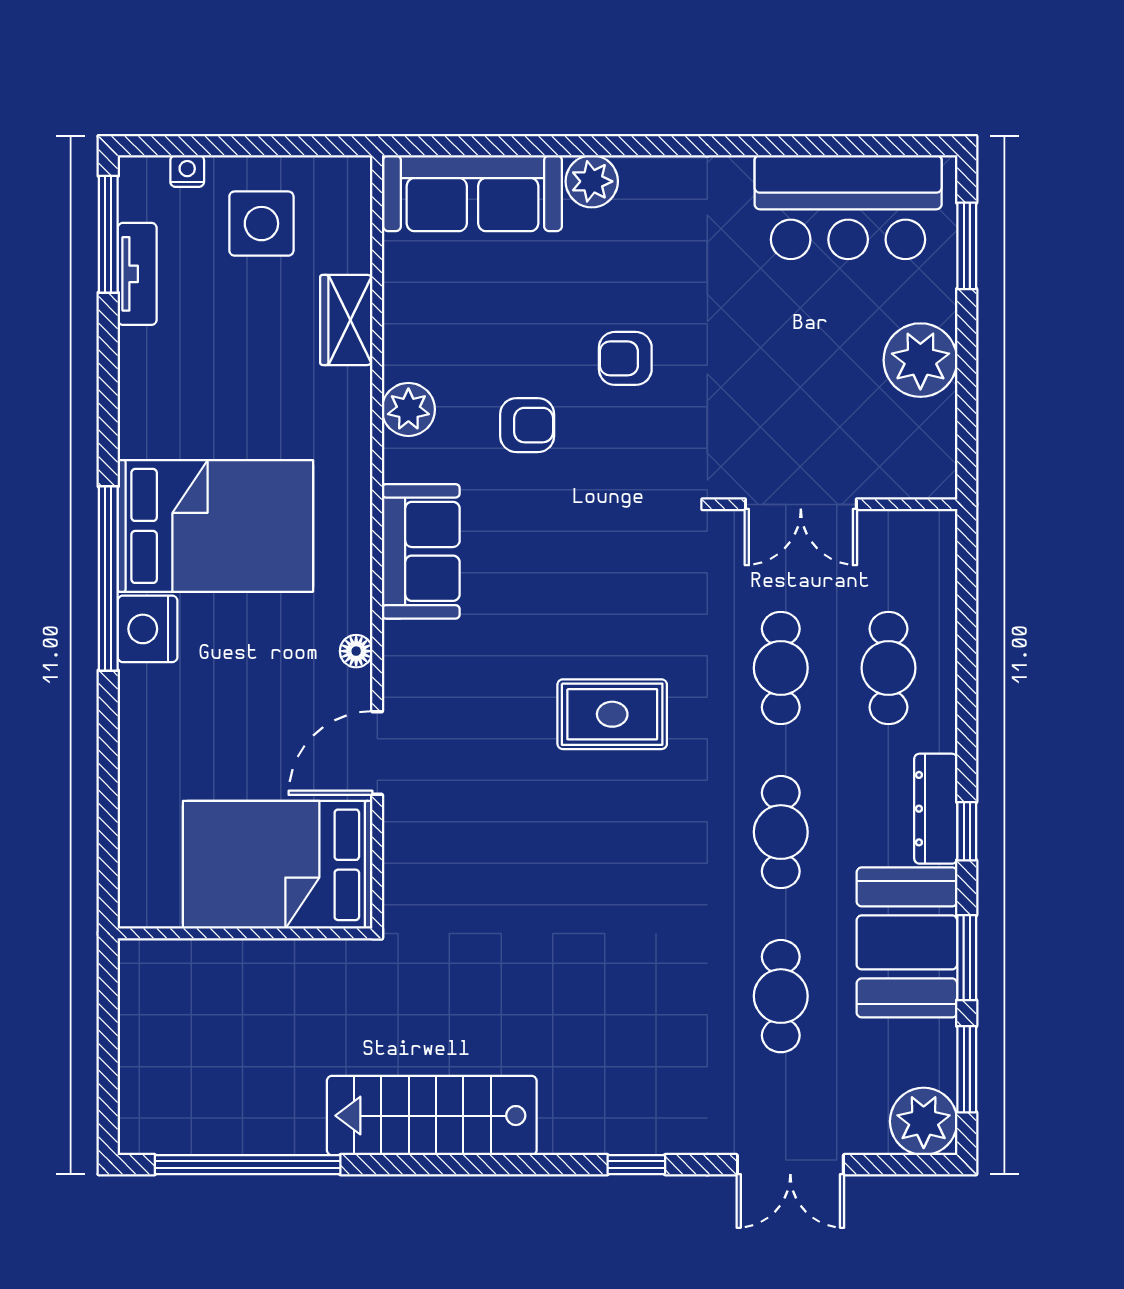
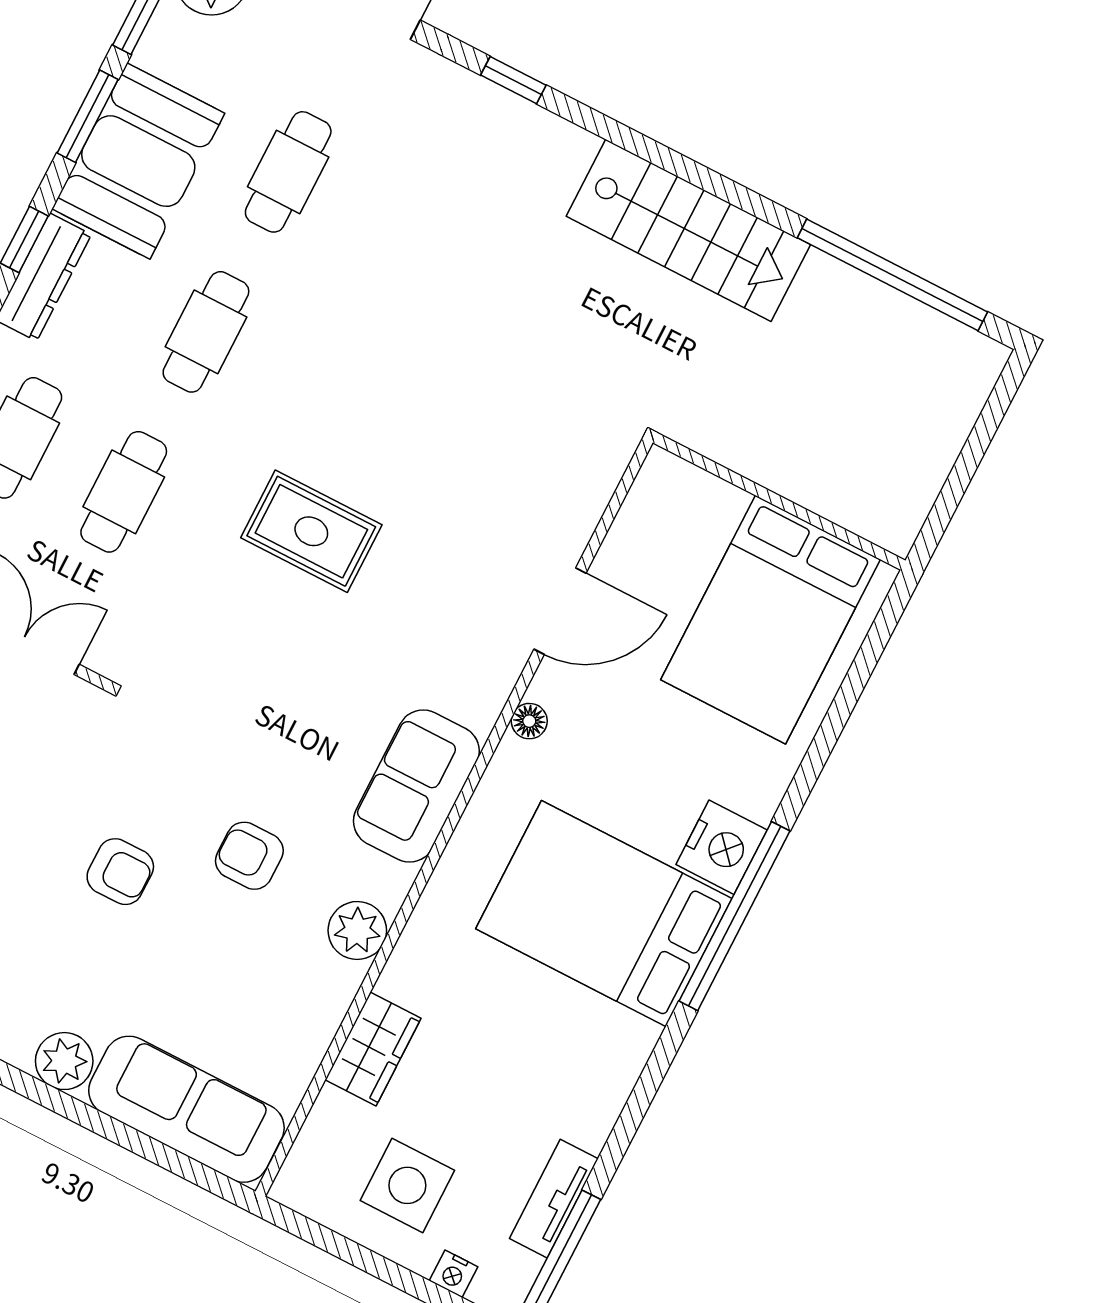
bed: (278, 865) -> (771, 620), moved, turned 90

